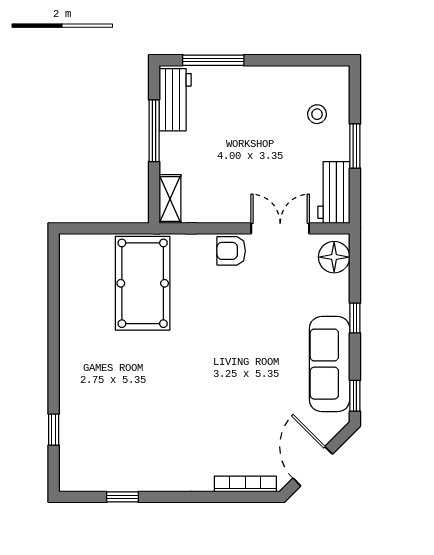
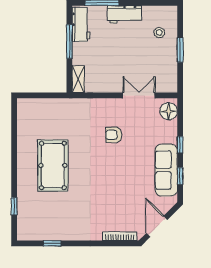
workbench: (334, 192) -> (125, 14), moved, turned -90
armchair: (231, 251) -> (114, 135), moved
pool table: (143, 283) -> (53, 165), moved
window: (355, 396) -> (180, 176), moved

